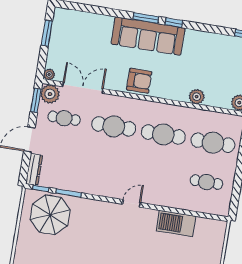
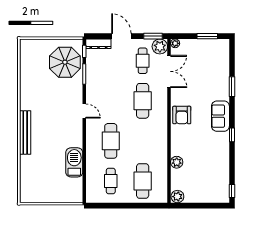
window: (146, 18) -> (232, 87), moved
sofa: (148, 36) -> (220, 116), width x0.54, depth x0.79
cafe table: (163, 134) -> (111, 141), moved
door: (131, 203) -> (84, 111), moved

